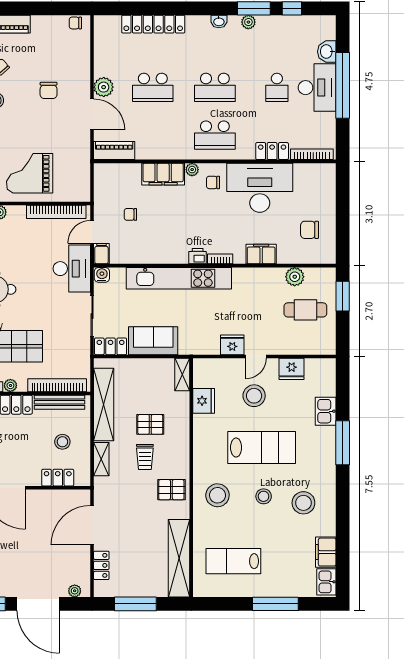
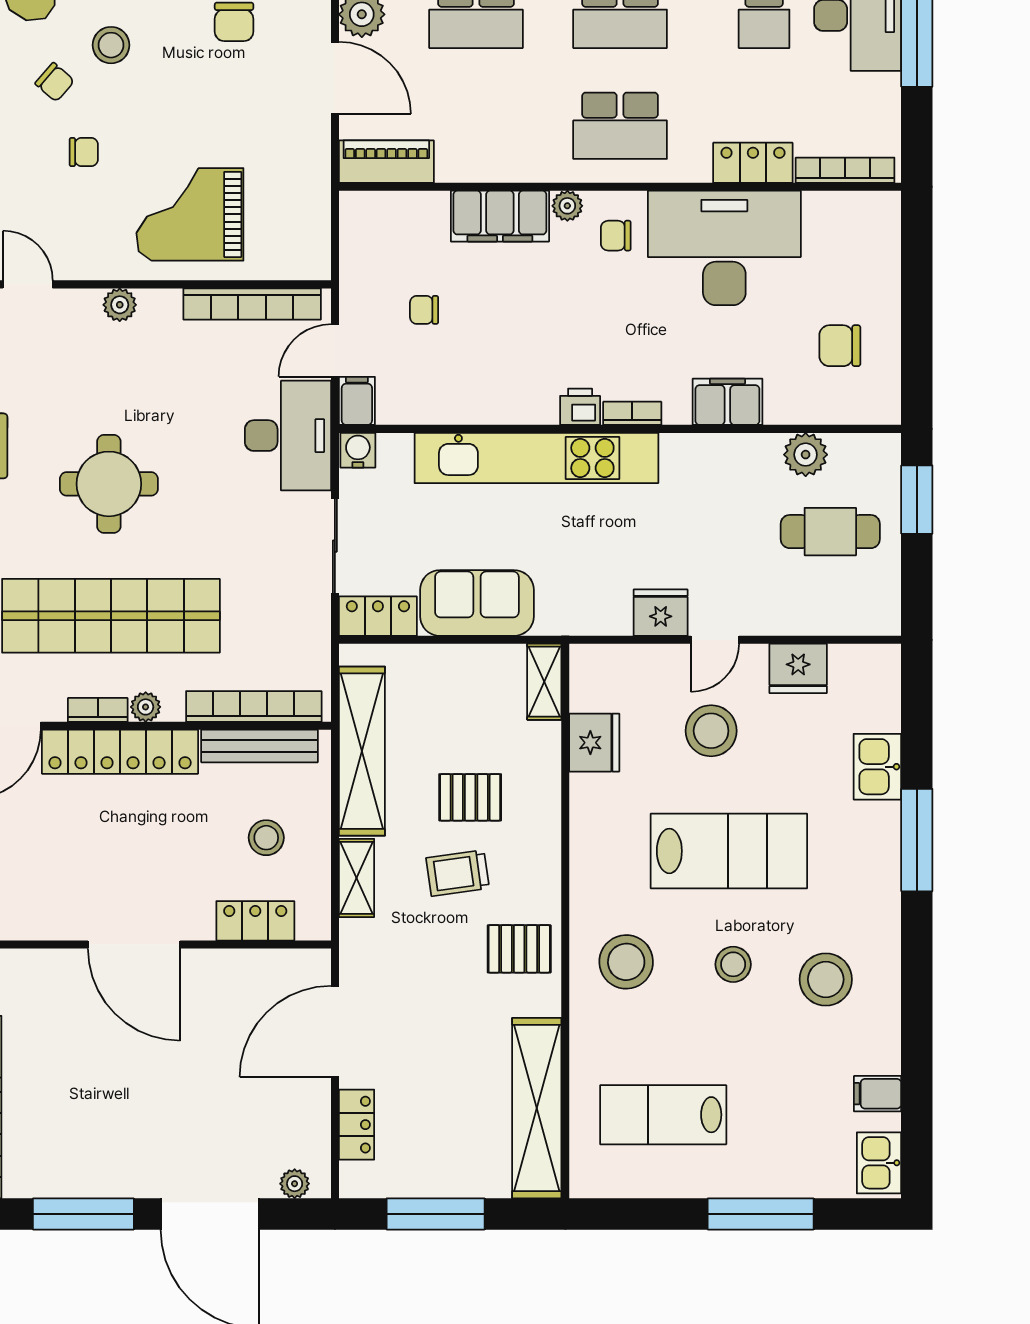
trolley: (145, 457) -> (458, 873), turned 82
filing cabinet: (326, 552) -> (878, 1094), width x0.50

